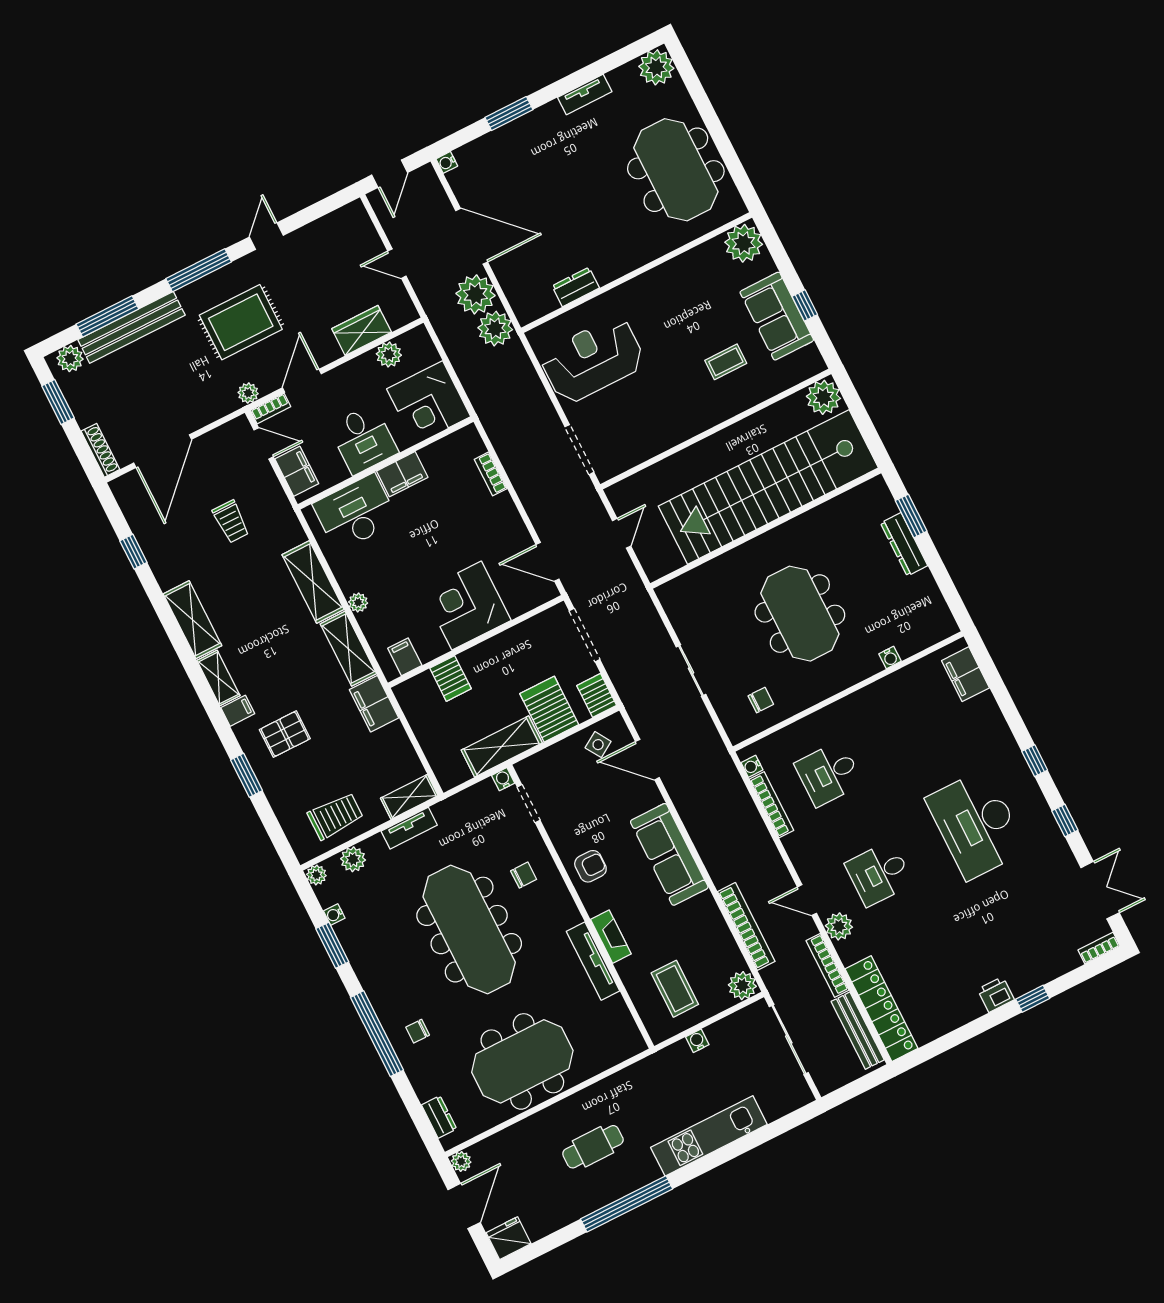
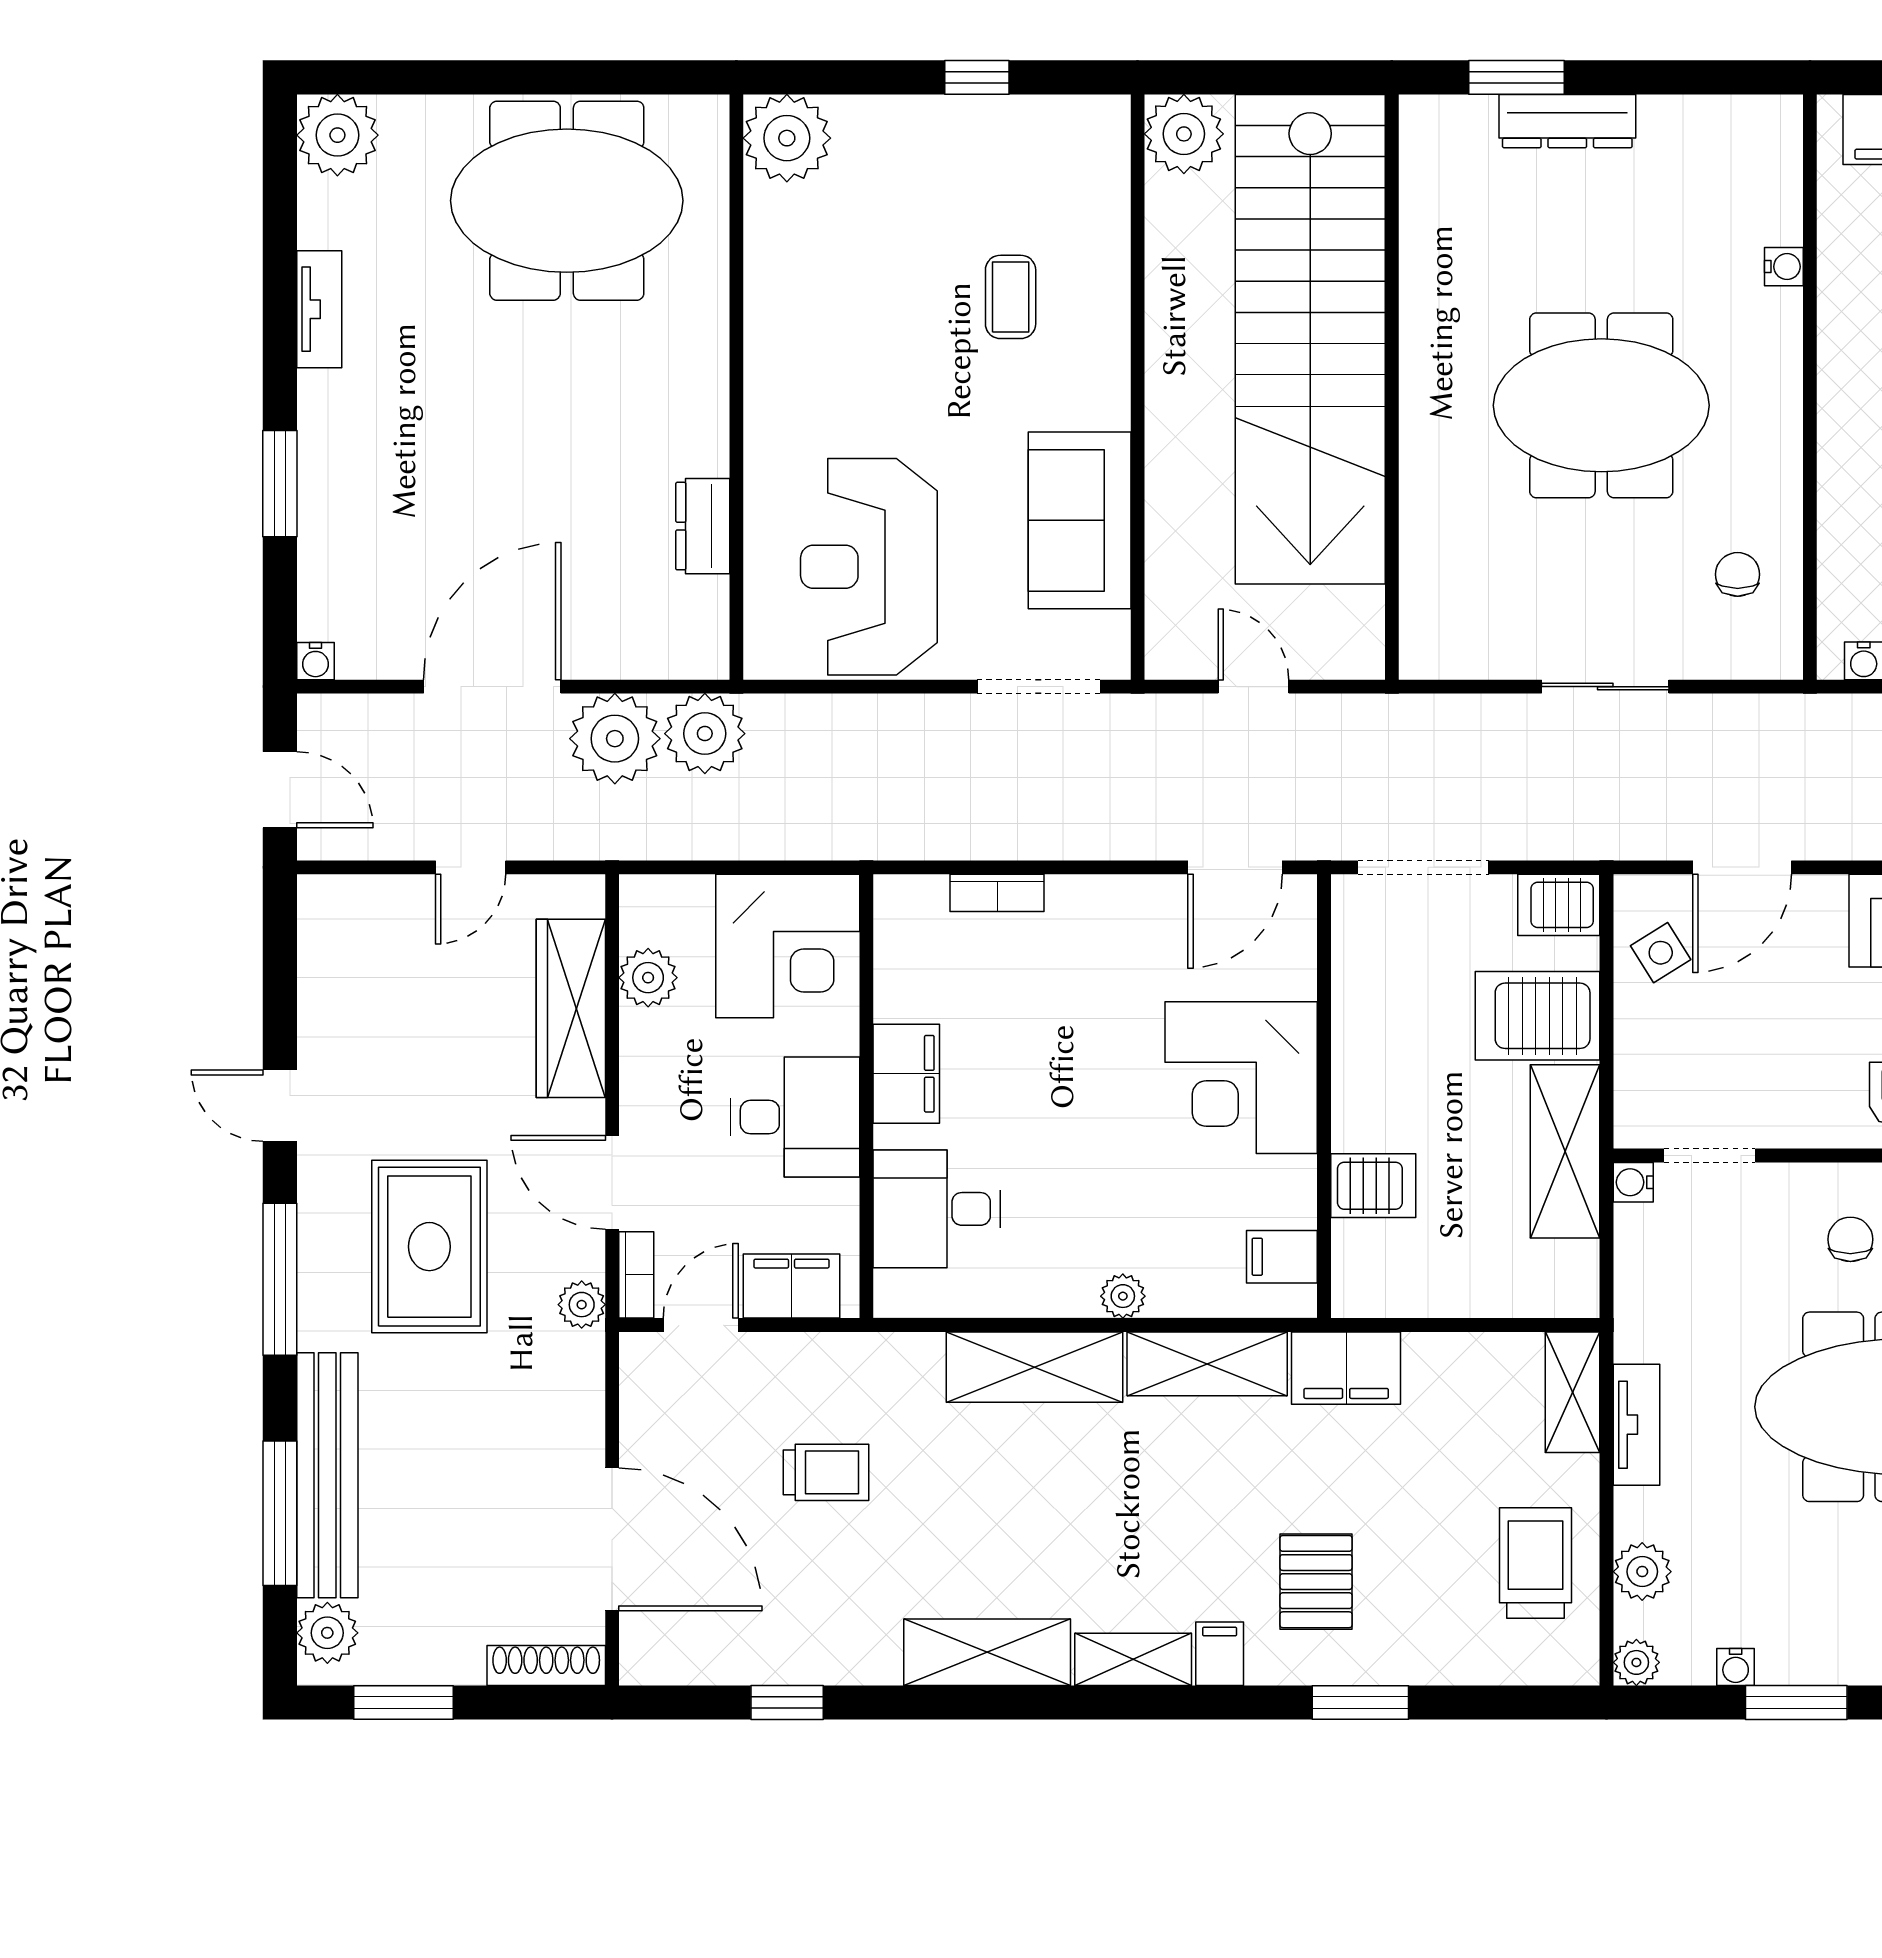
sofa: (777, 316) -> (1080, 520), moved, turned 90
wardrobe: (362, 330) -> (571, 1008), width x1.50
desk: (355, 513) -> (937, 1209), width x0.73

